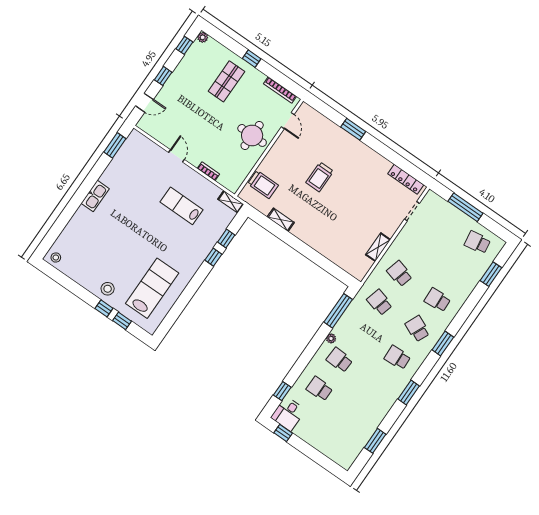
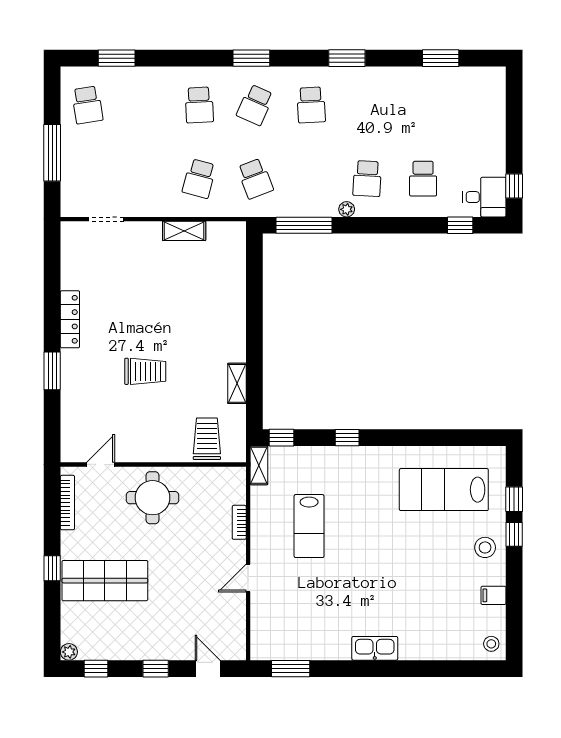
shop shelf: (226, 81) -> (105, 581), width x1.43, depth x1.36
locker: (406, 179) -> (70, 319), moved
window: (226, 238) -> (281, 438), moved
filing cabinet: (80, 276) -> (493, 595), added
school desk: (380, 302) -> (255, 179), turned -36

